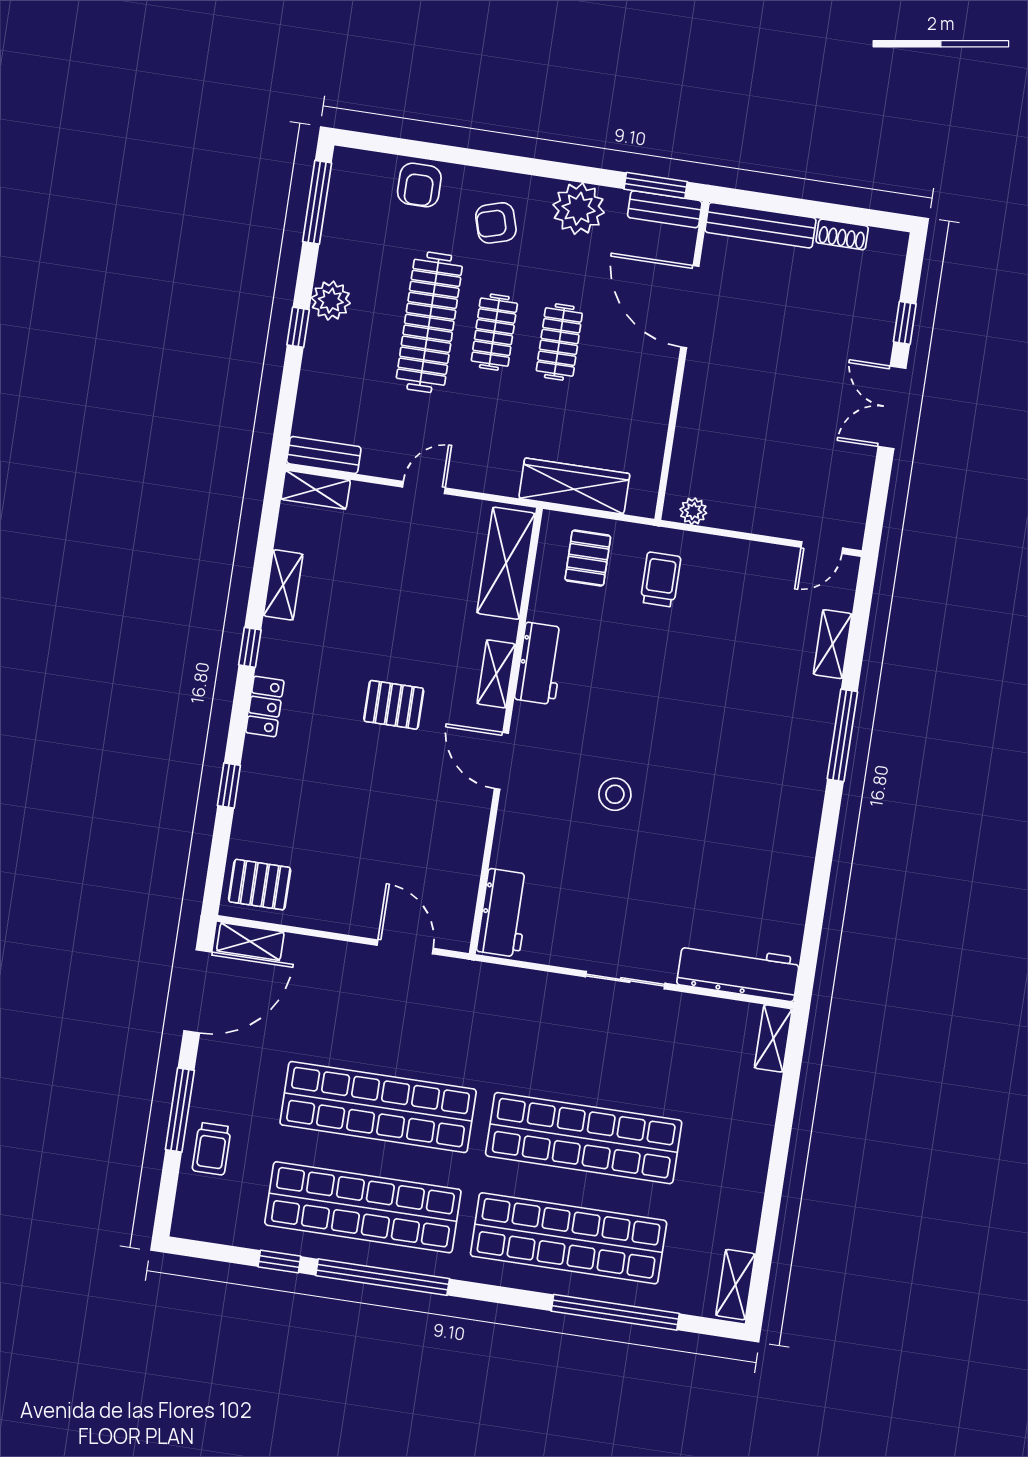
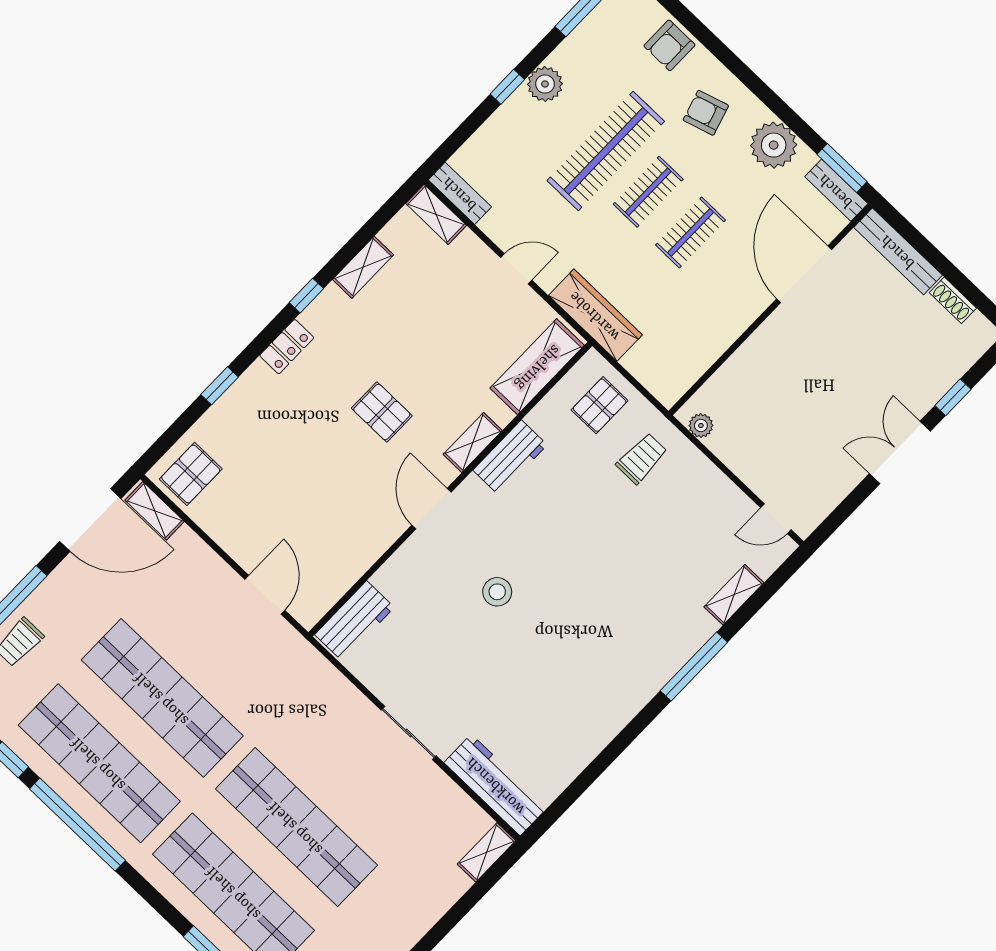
wardrobe: (574, 486) -> (595, 315), moved
pallet: (260, 885) -> (191, 474), turned 90

